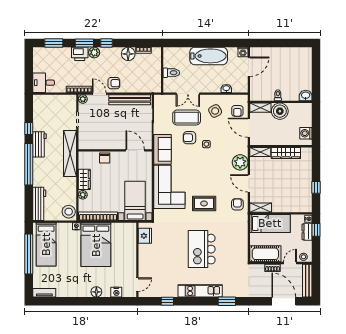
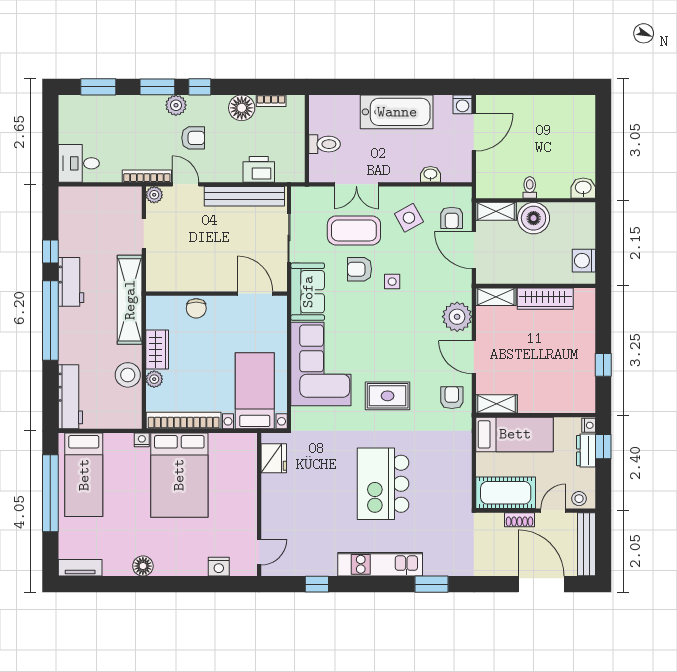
printer: (80, 54) -> (259, 169), moved, turned 180
armchair: (114, 83) -> (193, 138), moved
stool: (69, 212) -> (128, 375), moved
floor lamp: (96, 292) -> (143, 566), moved

